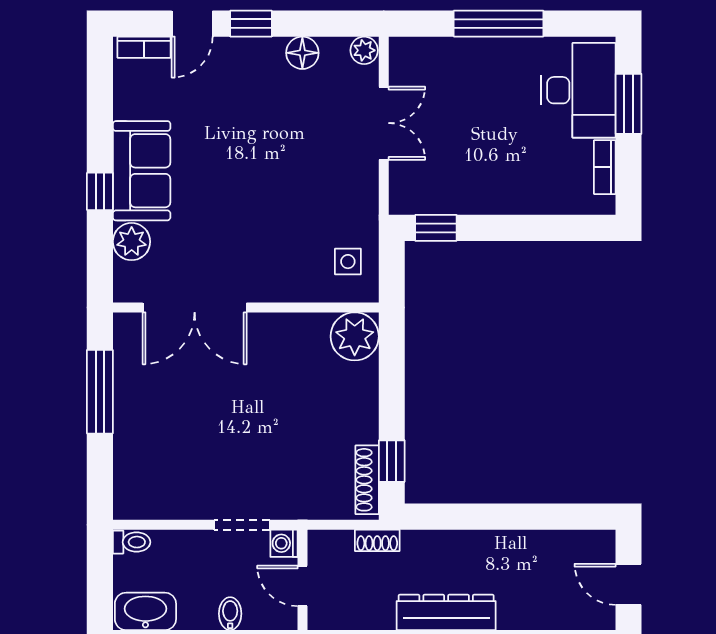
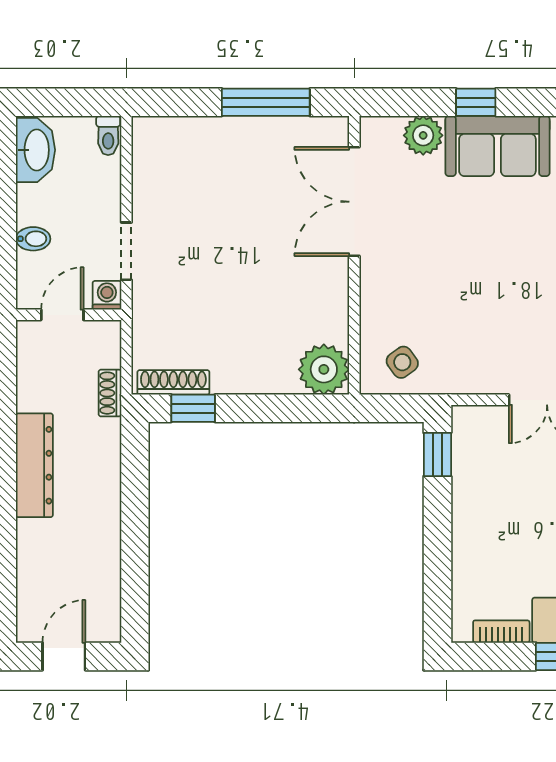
side table: (348, 262) -> (402, 362), turned -36

